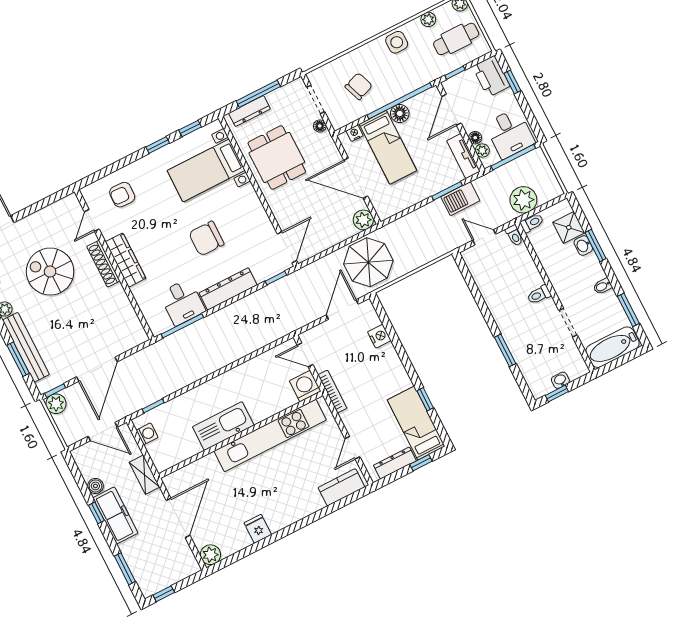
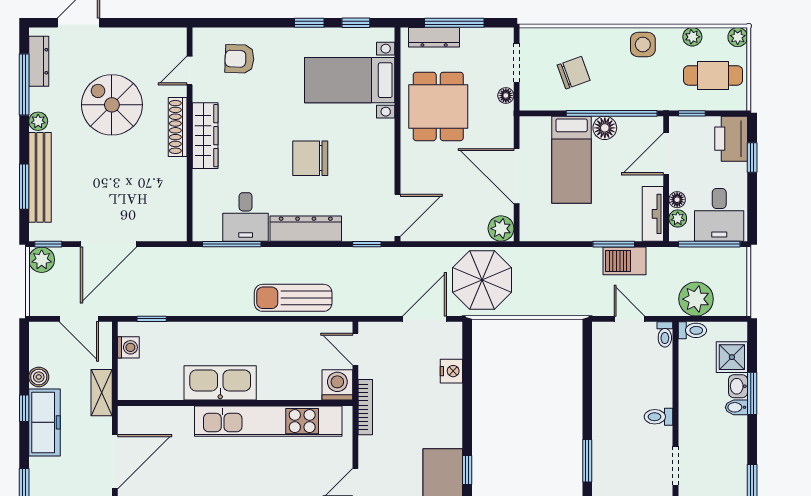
nightstand: (355, 133) -> (542, 124), removed
bidet: (603, 286) -> (736, 407), moved
sun lounger: (244, 341) -> (293, 298), added

